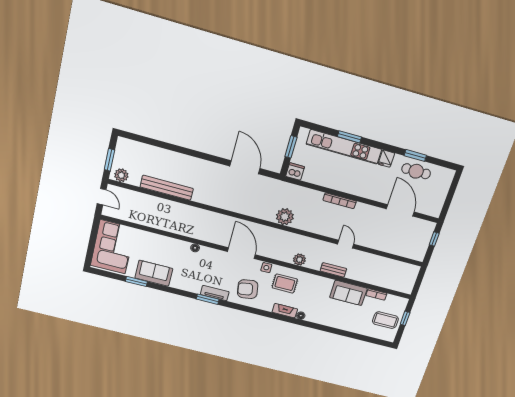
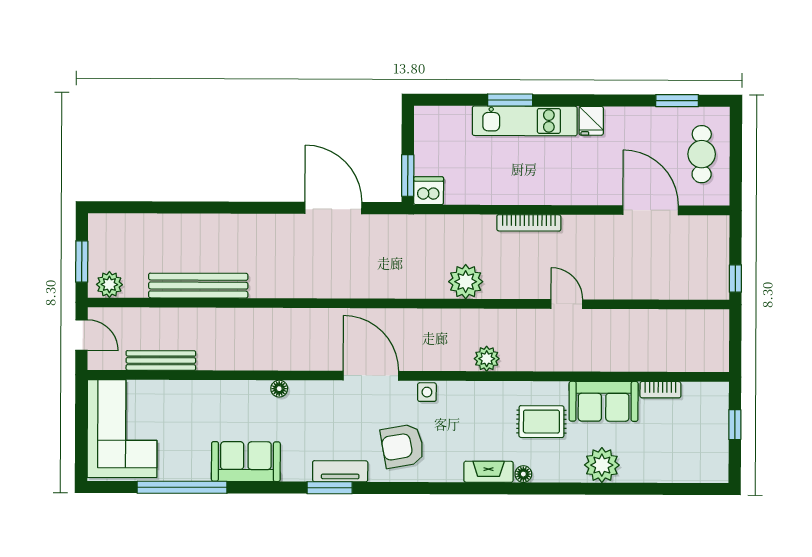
window: (291, 147) -> (408, 175), moved
kitchen unit: (344, 147) -> (525, 121), width x0.73
window: (415, 155) -> (677, 101), moved
cafe table: (416, 171) -> (702, 154), moved, turned 90
plant: (285, 217) -> (466, 282), moved
window: (434, 239) -> (735, 279), moved
bench: (333, 270) -> (161, 360), moved, width x1.36
sofa: (154, 273) -> (246, 462), moved
window: (136, 281) -> (182, 487), width x2.11
rug: (285, 283) -> (541, 422), moved
coffee table: (385, 320) -> (696, 439), removed
plant: (338, 321) -> (602, 465), added

